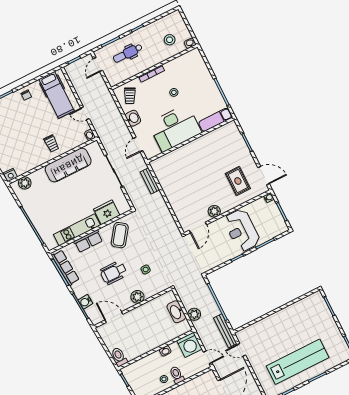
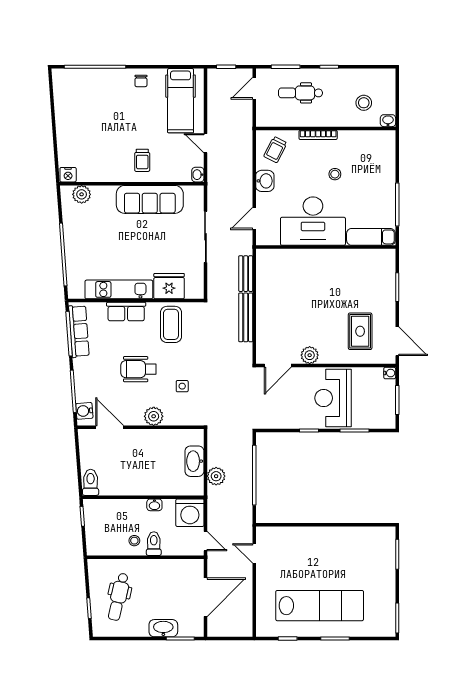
coffee table: (120, 235) -> (171, 324), turned -36
water cooler: (85, 302) -> (84, 411), moved
bench: (225, 331) -> (246, 317), moved

